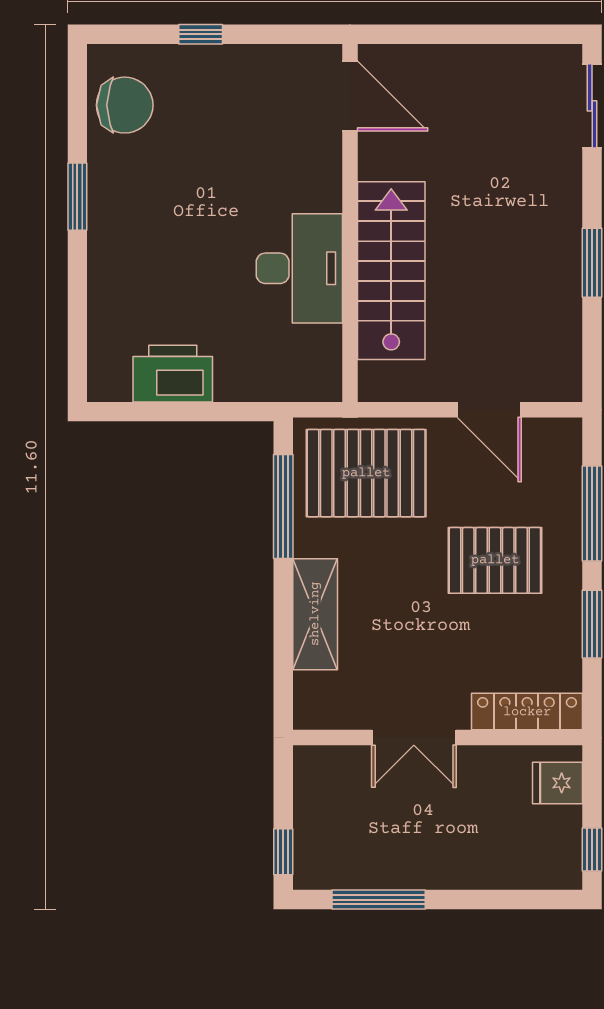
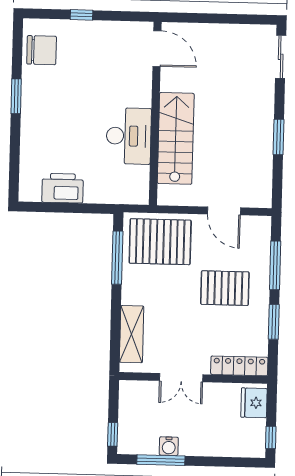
shelving: (315, 614) -> (132, 334), moved
fridge: (558, 783) -> (254, 403), width x1.38
water cooler: (393, 872) -> (169, 446), added

